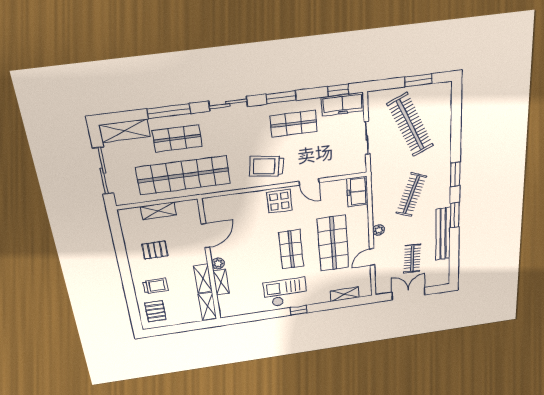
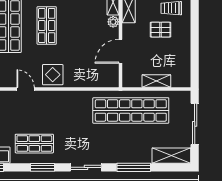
shop shelf: (177, 138) -> (131, 144), removed
trolley: (267, 166) -> (61, 109), removed
pallet: (155, 250) -> (161, 30), moved

